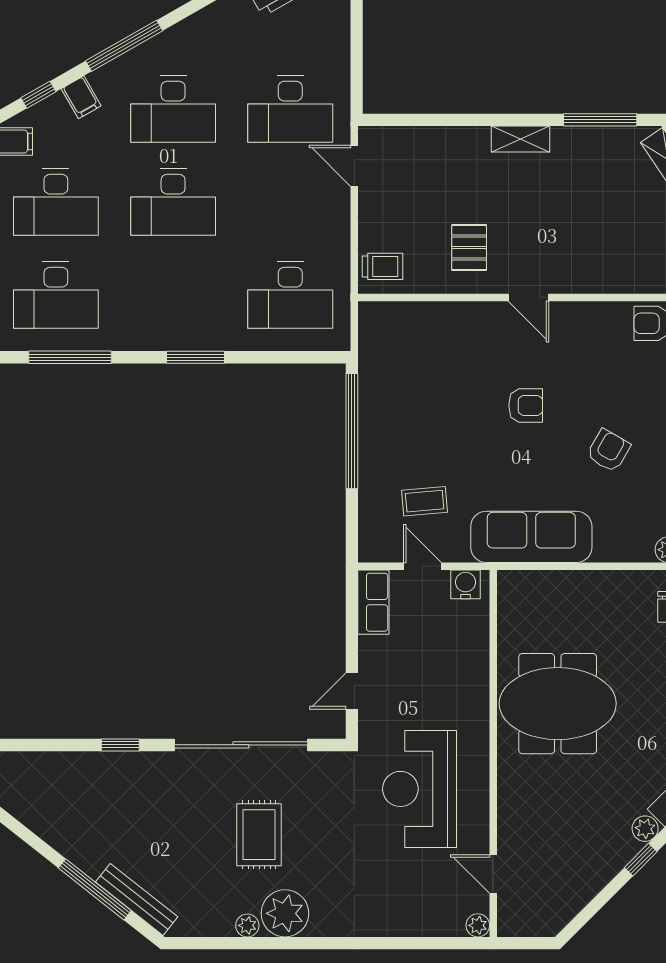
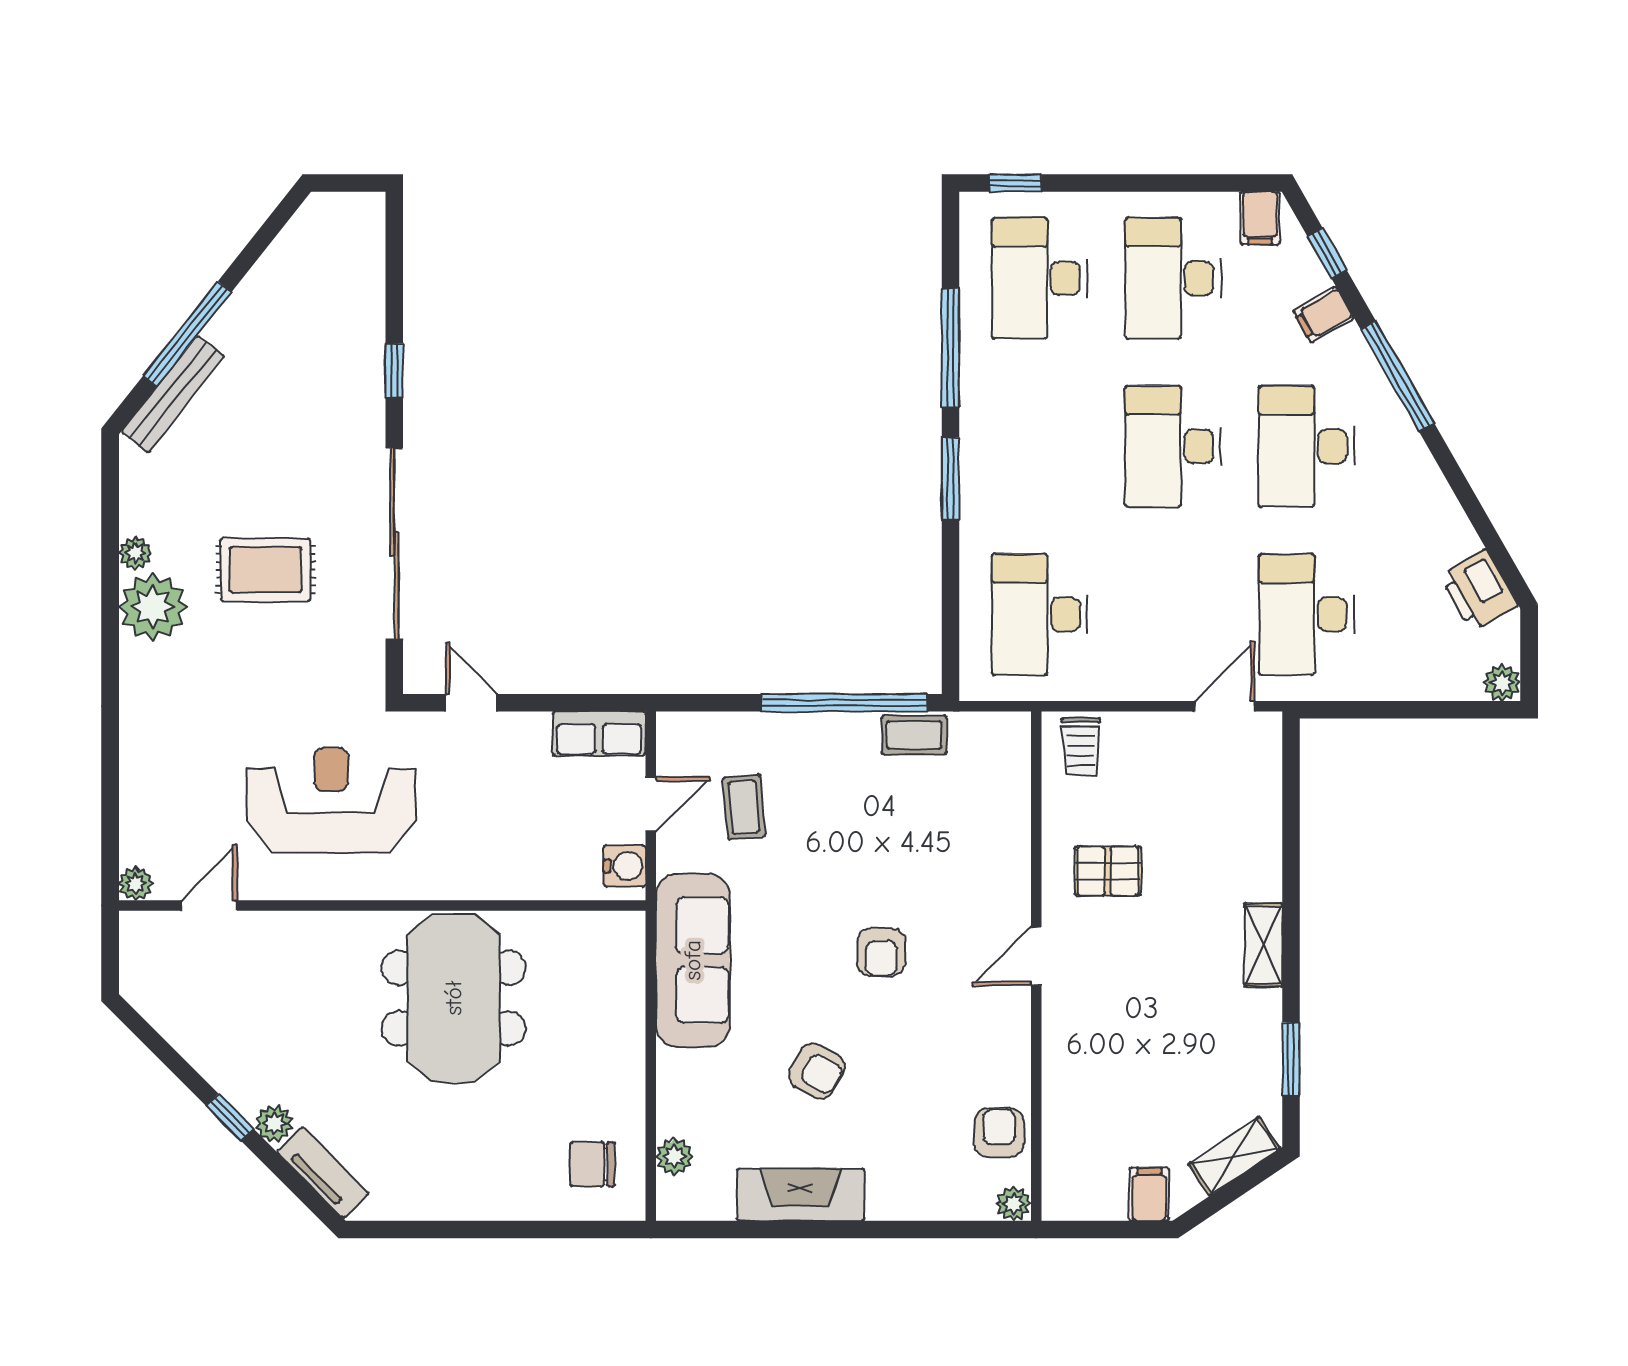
window: (600, 120) -> (1291, 1059), width x0.69
window: (70, 357) -> (950, 348), moved
coffee table: (374, 383) -> (914, 735), added

